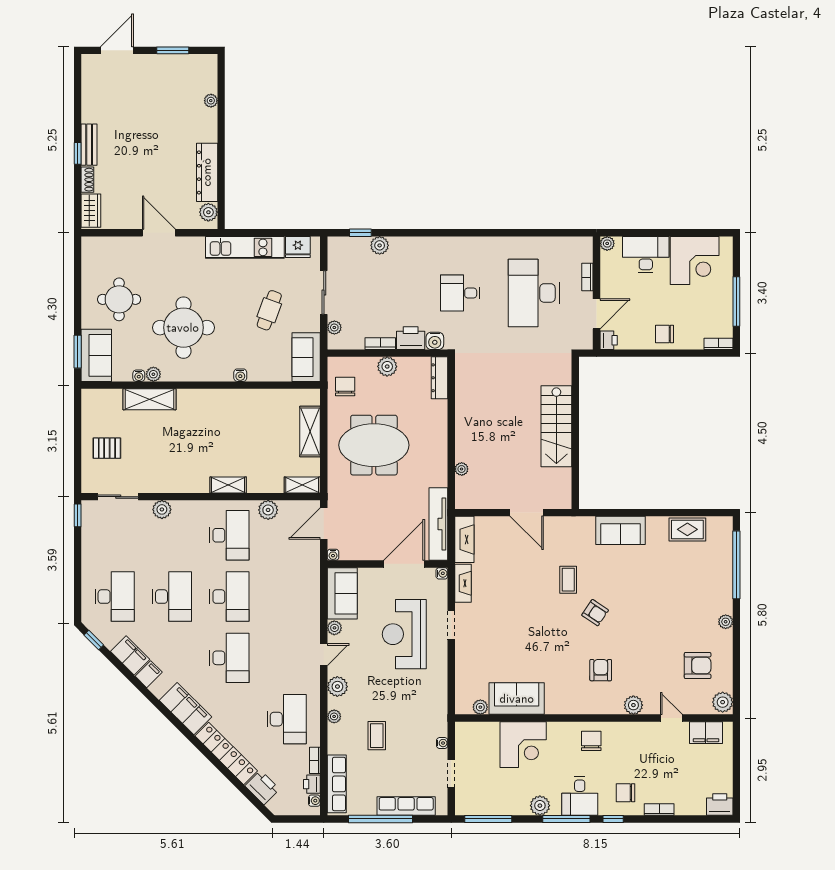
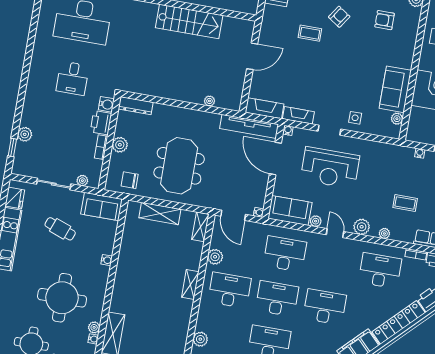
desk: (287, 597) -> (285, 254), added
side table: (472, 655) -> (355, 118), added

